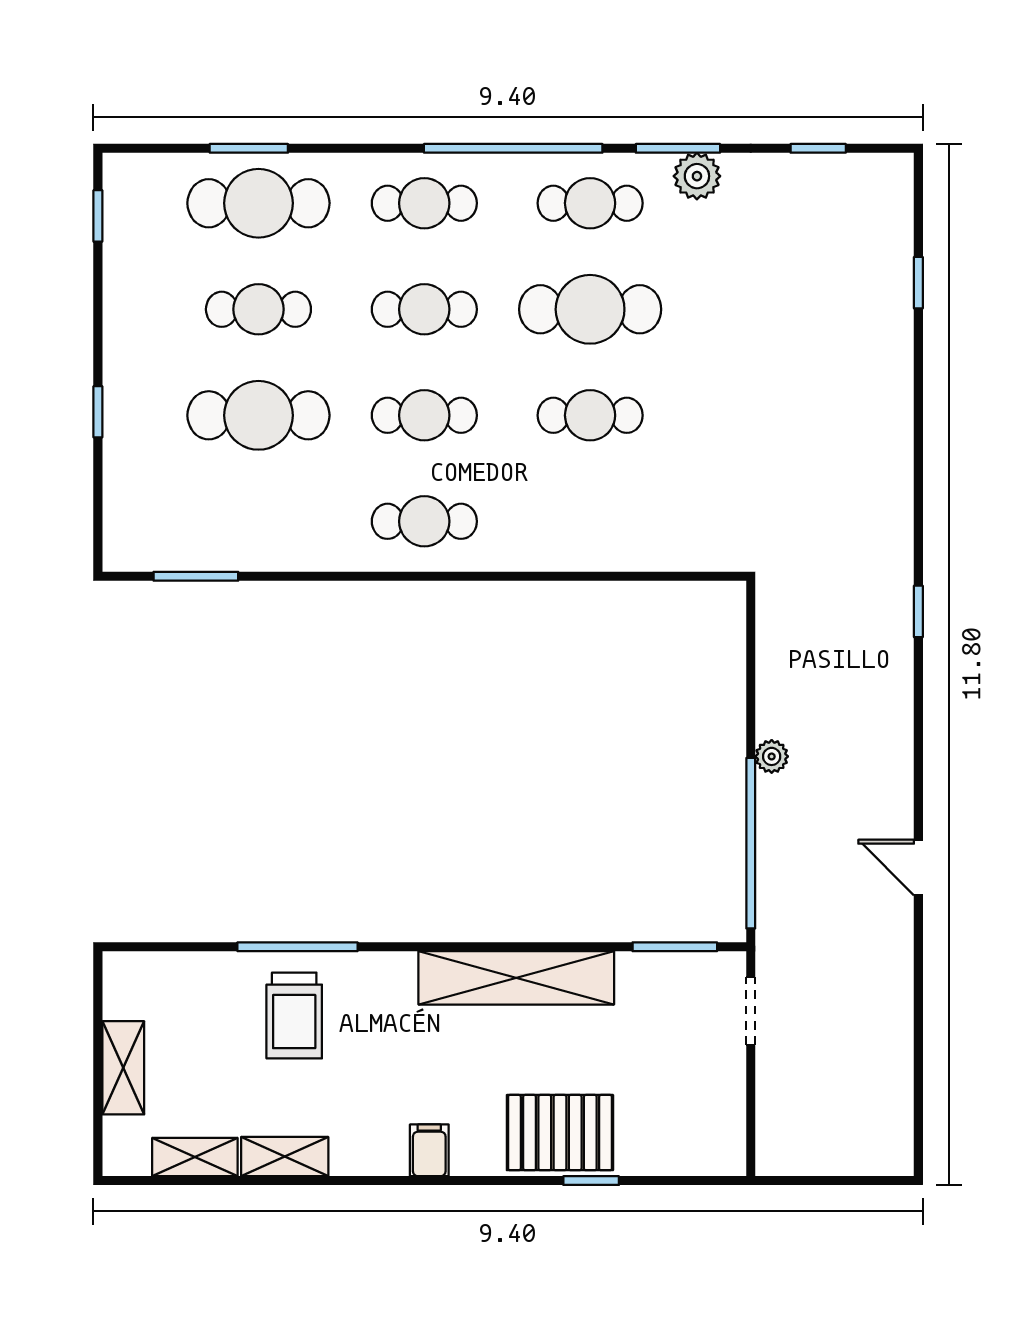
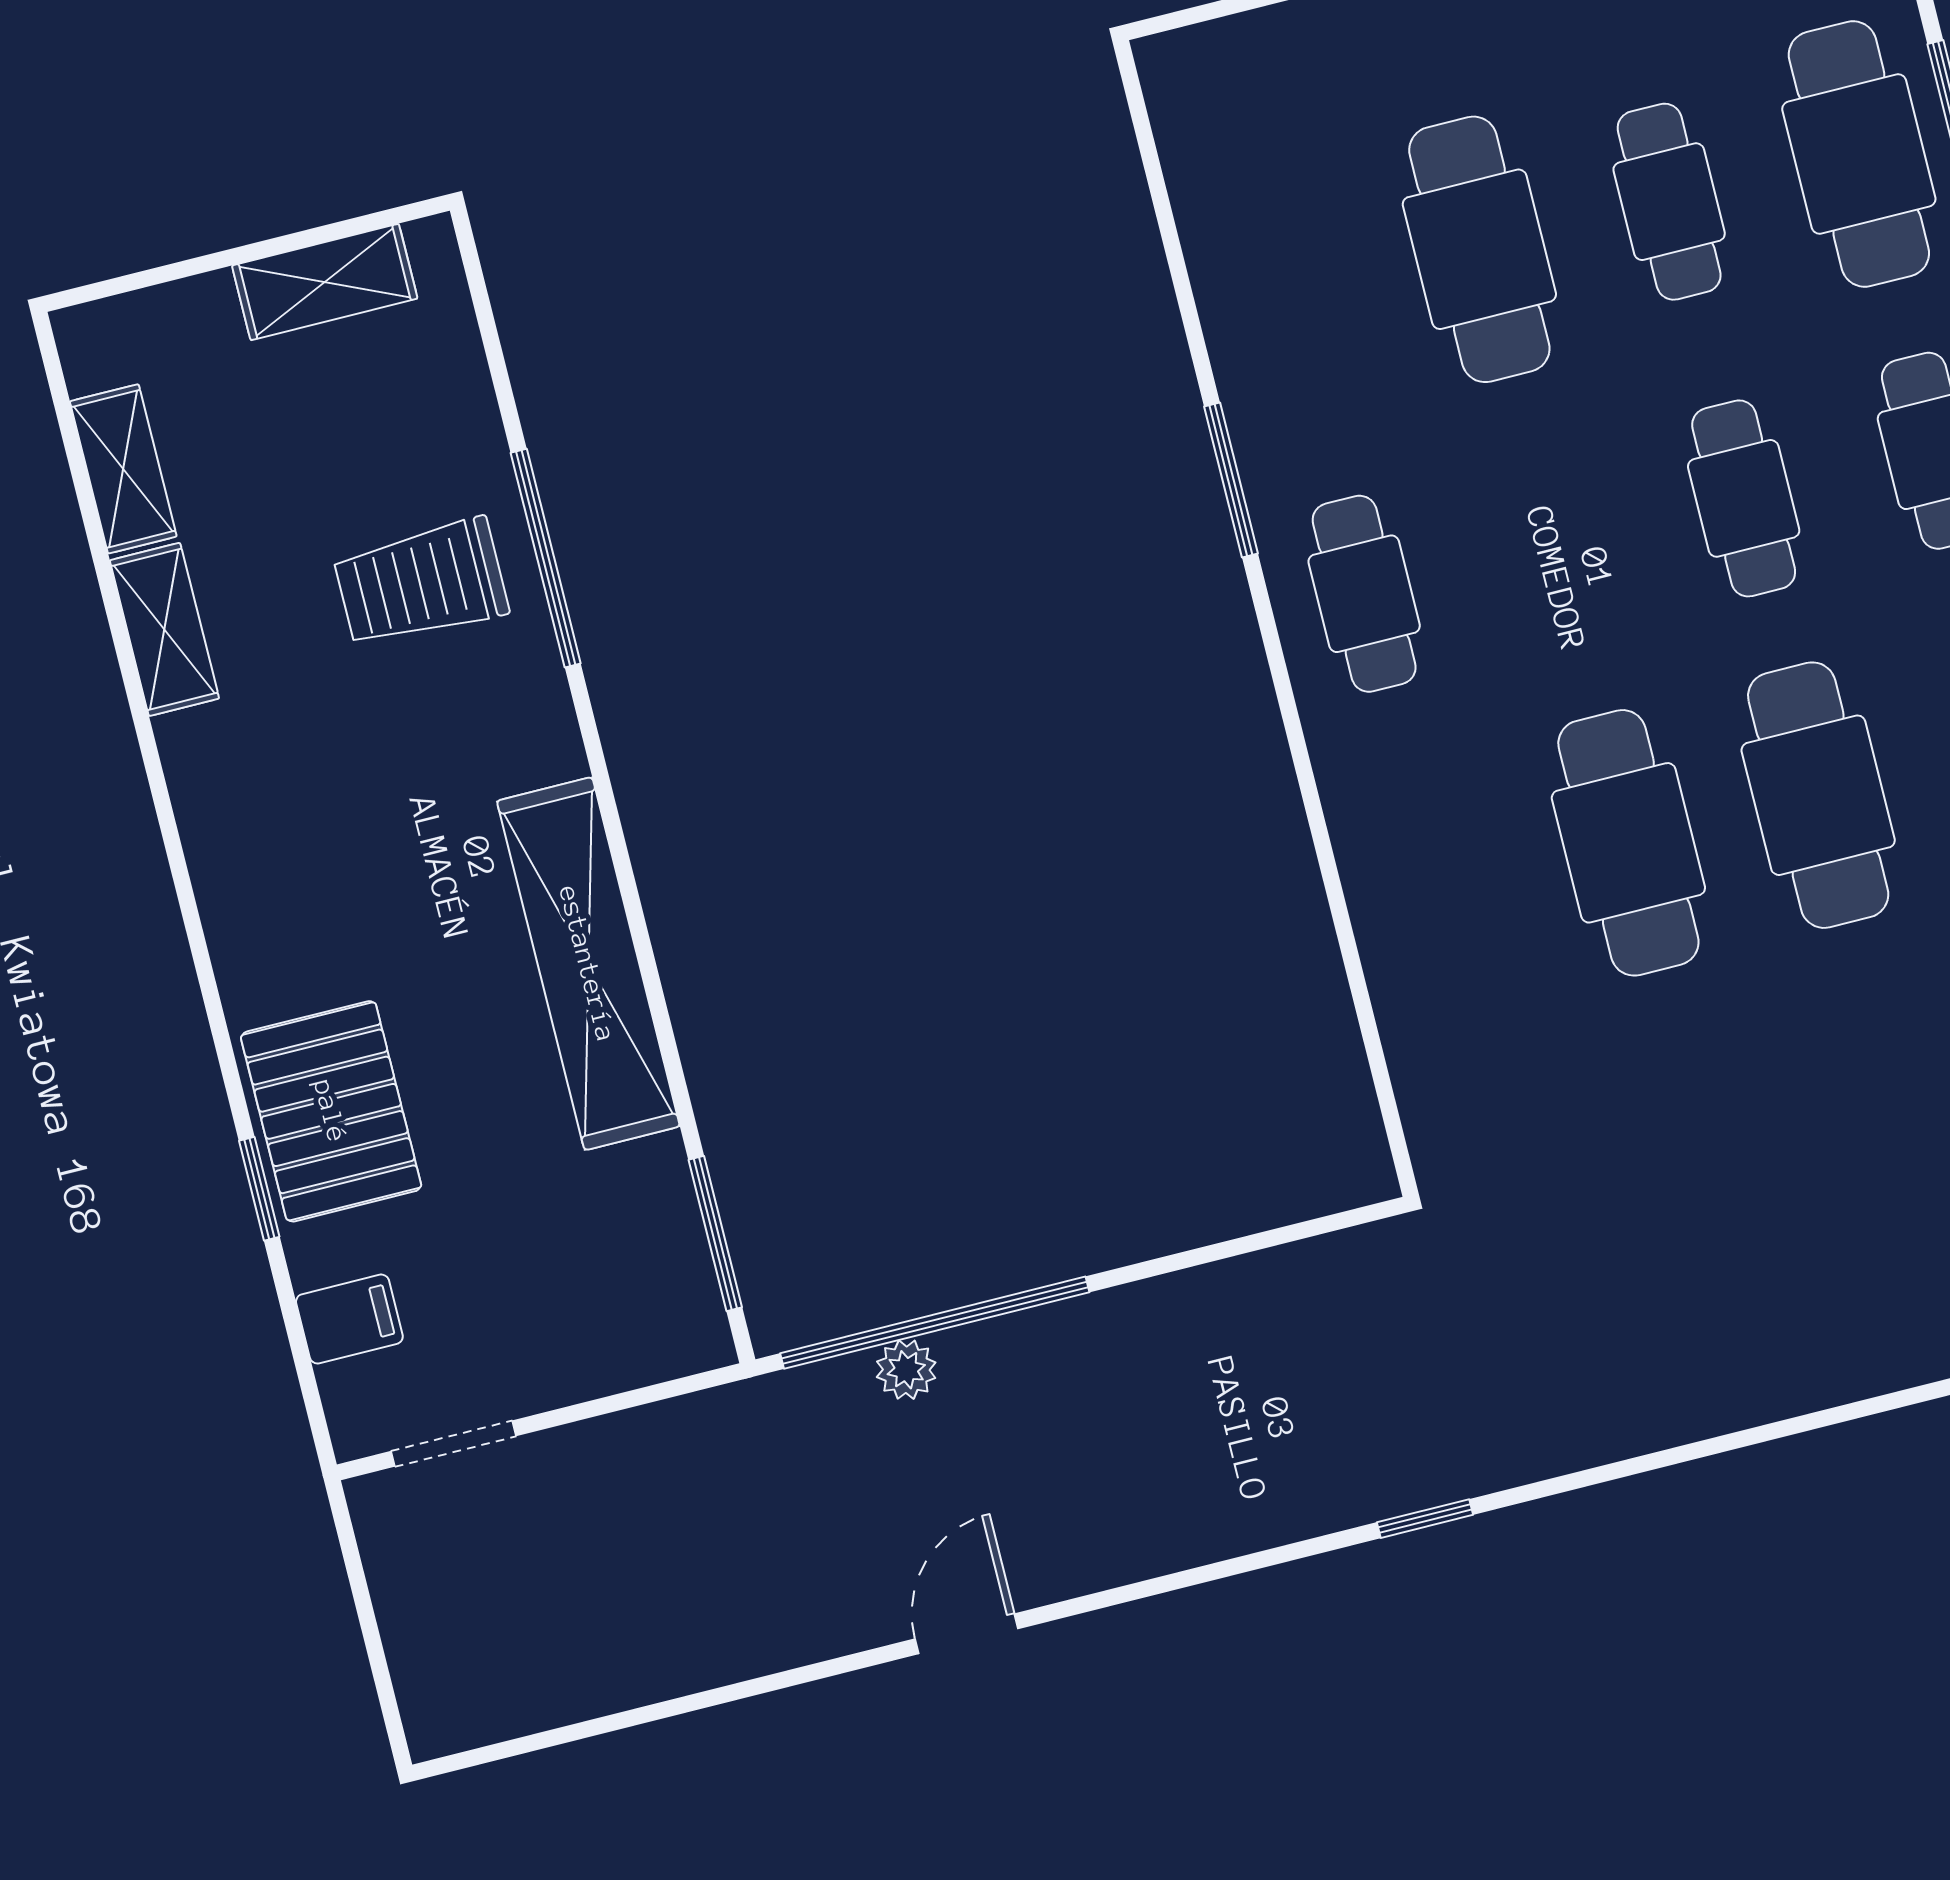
cafe table: (424, 415) -> (1554, 546), removed
cafe table: (590, 415) -> (1628, 843), width x1.37, depth x1.35
window: (196, 576) -> (1231, 480), moved
plant: (772, 756) -> (906, 1370), moved
doorway: (751, 1011) -> (454, 1444), moved
shelving: (123, 1068) -> (325, 282), moved
filing cabinet: (429, 1150) -> (349, 1319), moved

